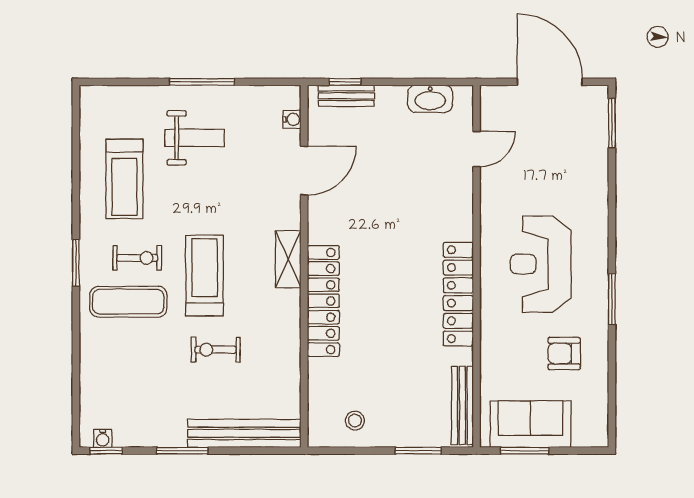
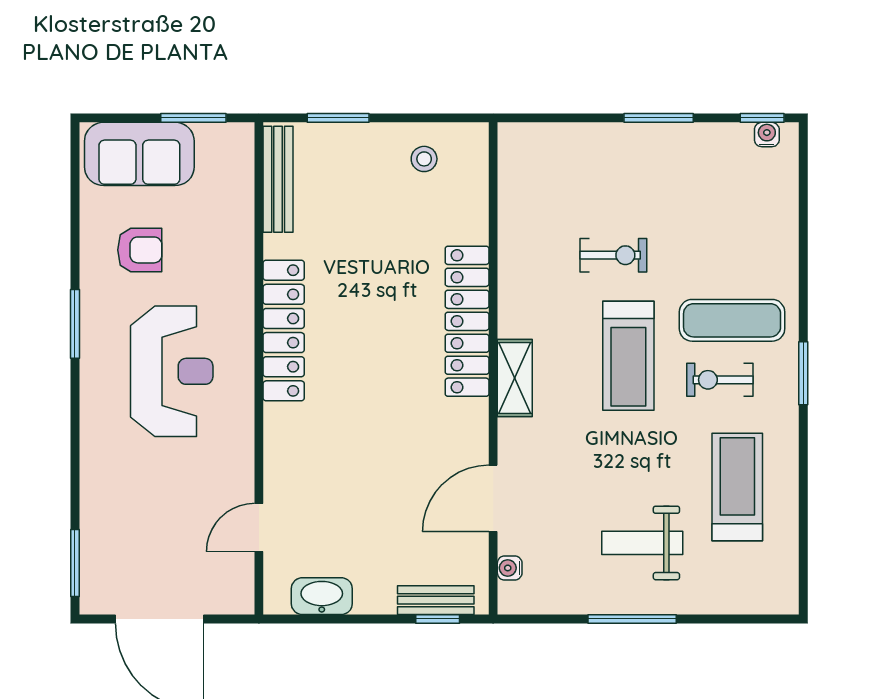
sofa: (530, 424) -> (139, 154), moved
bench: (244, 433) -> (574, 141), removed

